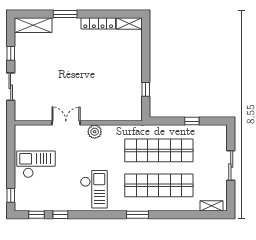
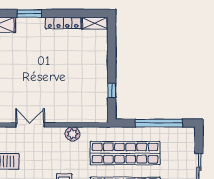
window: (192, 121) -> (159, 123), width x3.17
plant: (95, 132) -> (72, 134), moved

